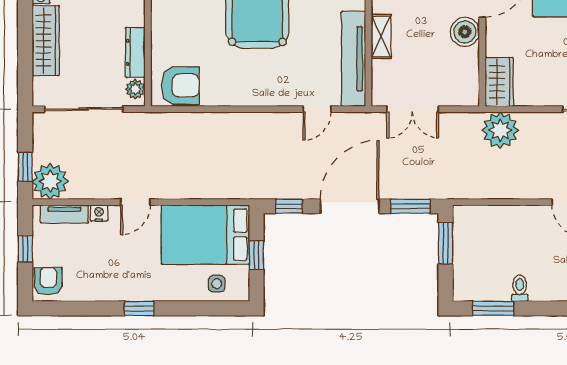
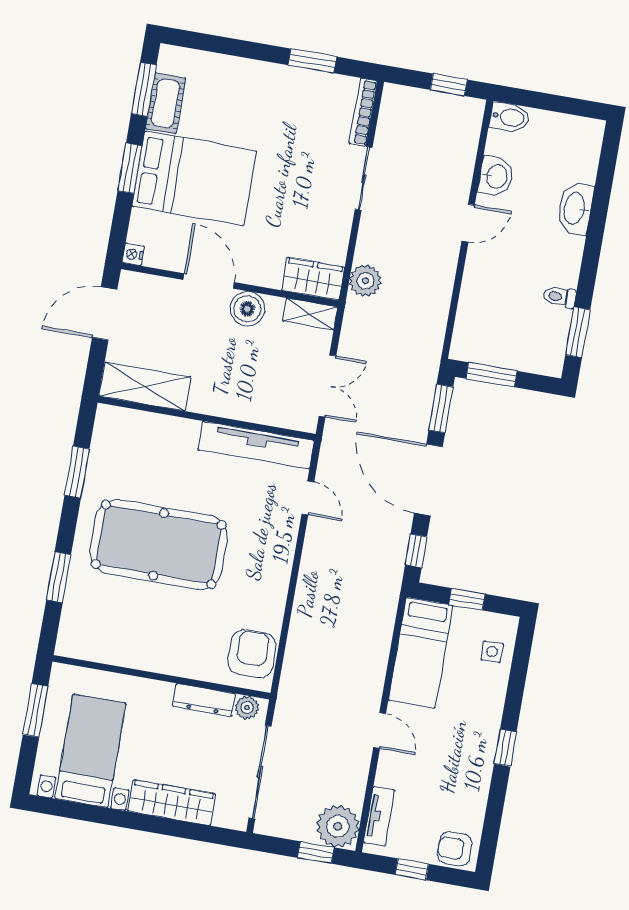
shelving: (381, 36) -> (310, 314), moved
plant: (500, 130) -> (365, 281), width x0.73, depth x0.73
nightstand: (99, 213) -> (385, 775), removed
bed: (205, 235) -> (421, 653), width x0.67

